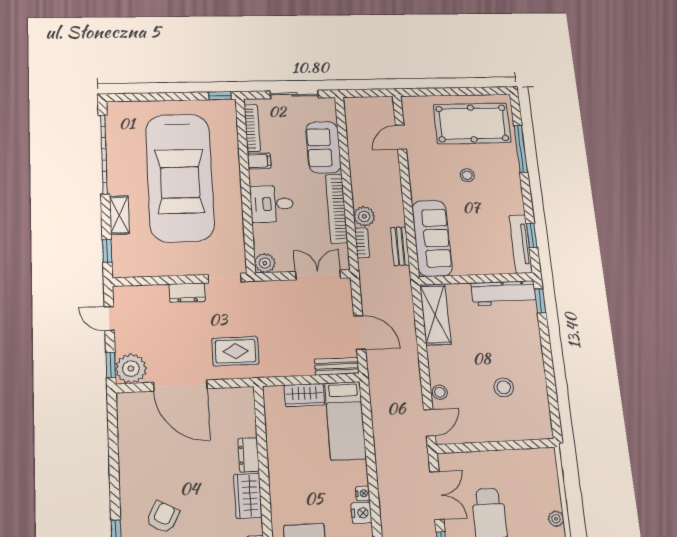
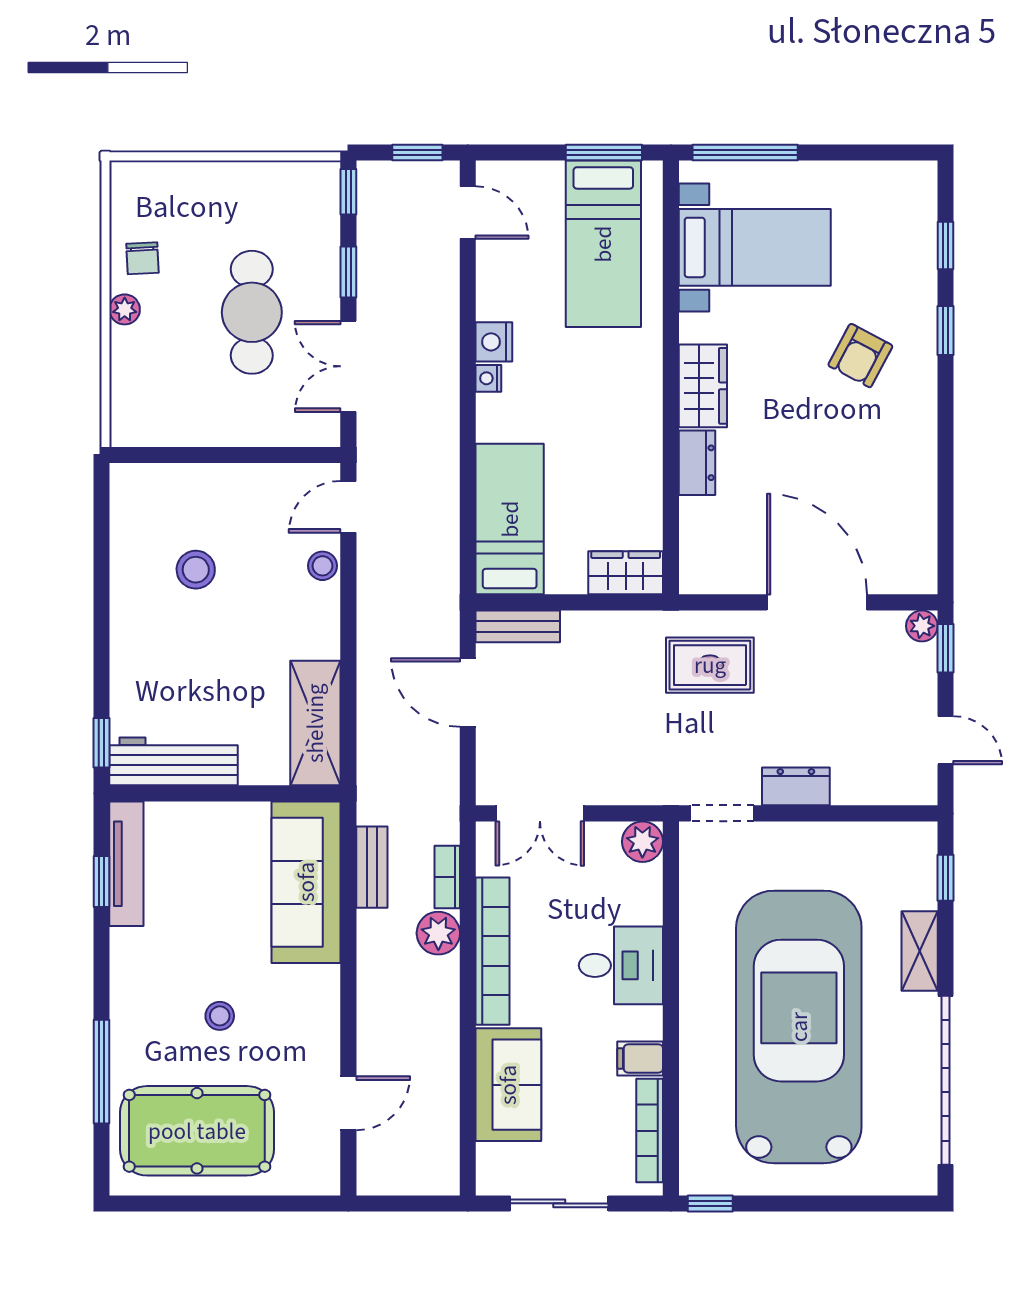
plant: (131, 369) -> (922, 626), width x0.53, depth x0.53
wardrobe: (304, 395) -> (626, 573), moved

